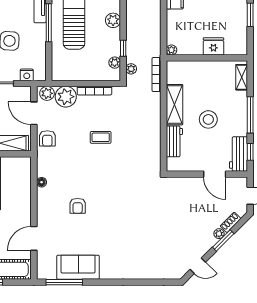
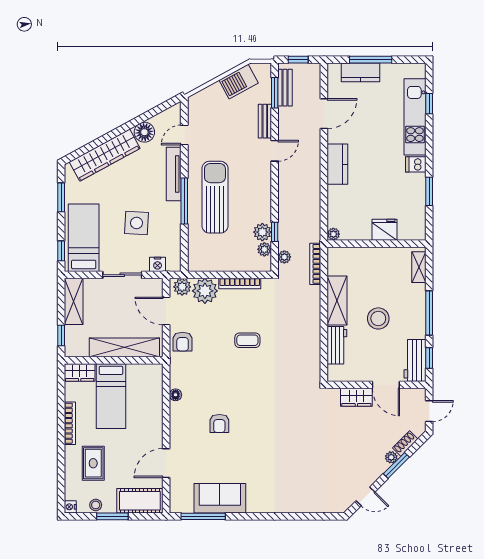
plant: (113, 20) -> (262, 232), moved
wardrobe: (190, 184) -> (356, 397), added

